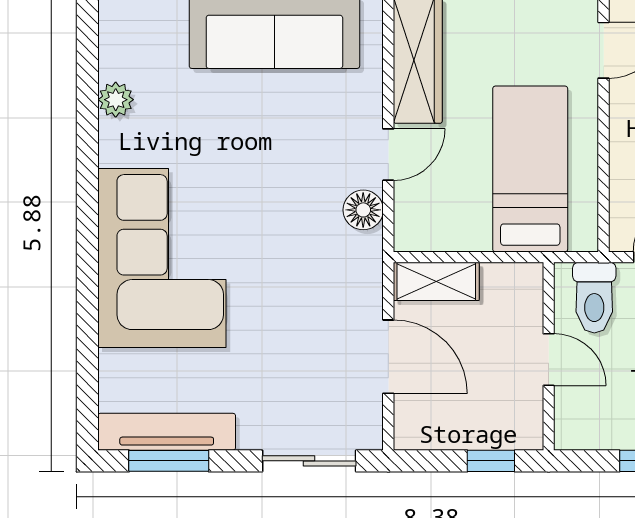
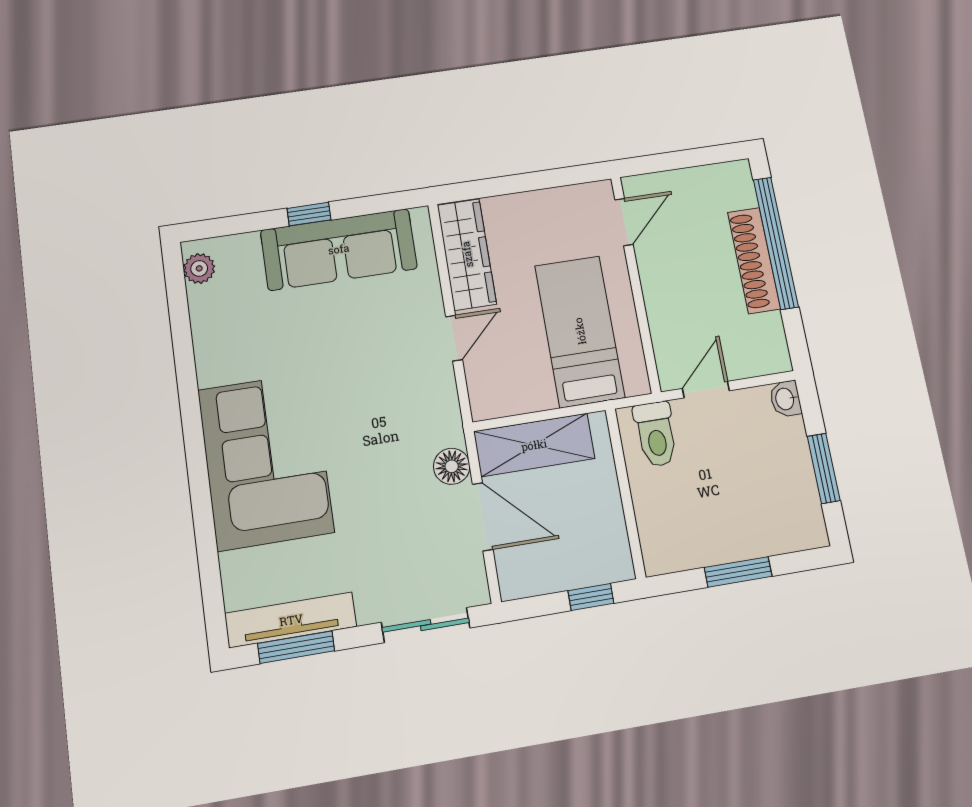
plant: (116, 100) -> (199, 268), moved
floor lamp: (363, 210) -> (452, 466), moved
shelving: (436, 281) -> (534, 445), width x1.50, depth x1.33
door: (549, 360) -> (626, 496), removed

